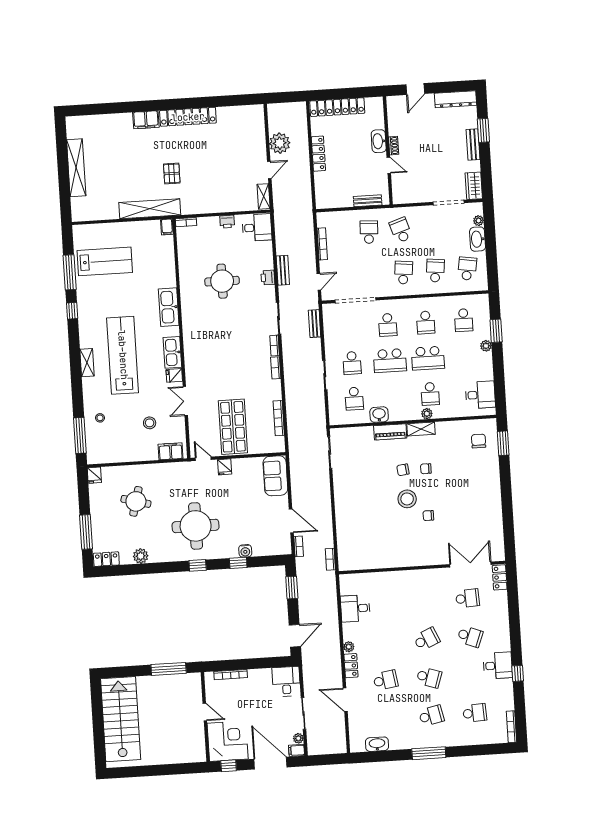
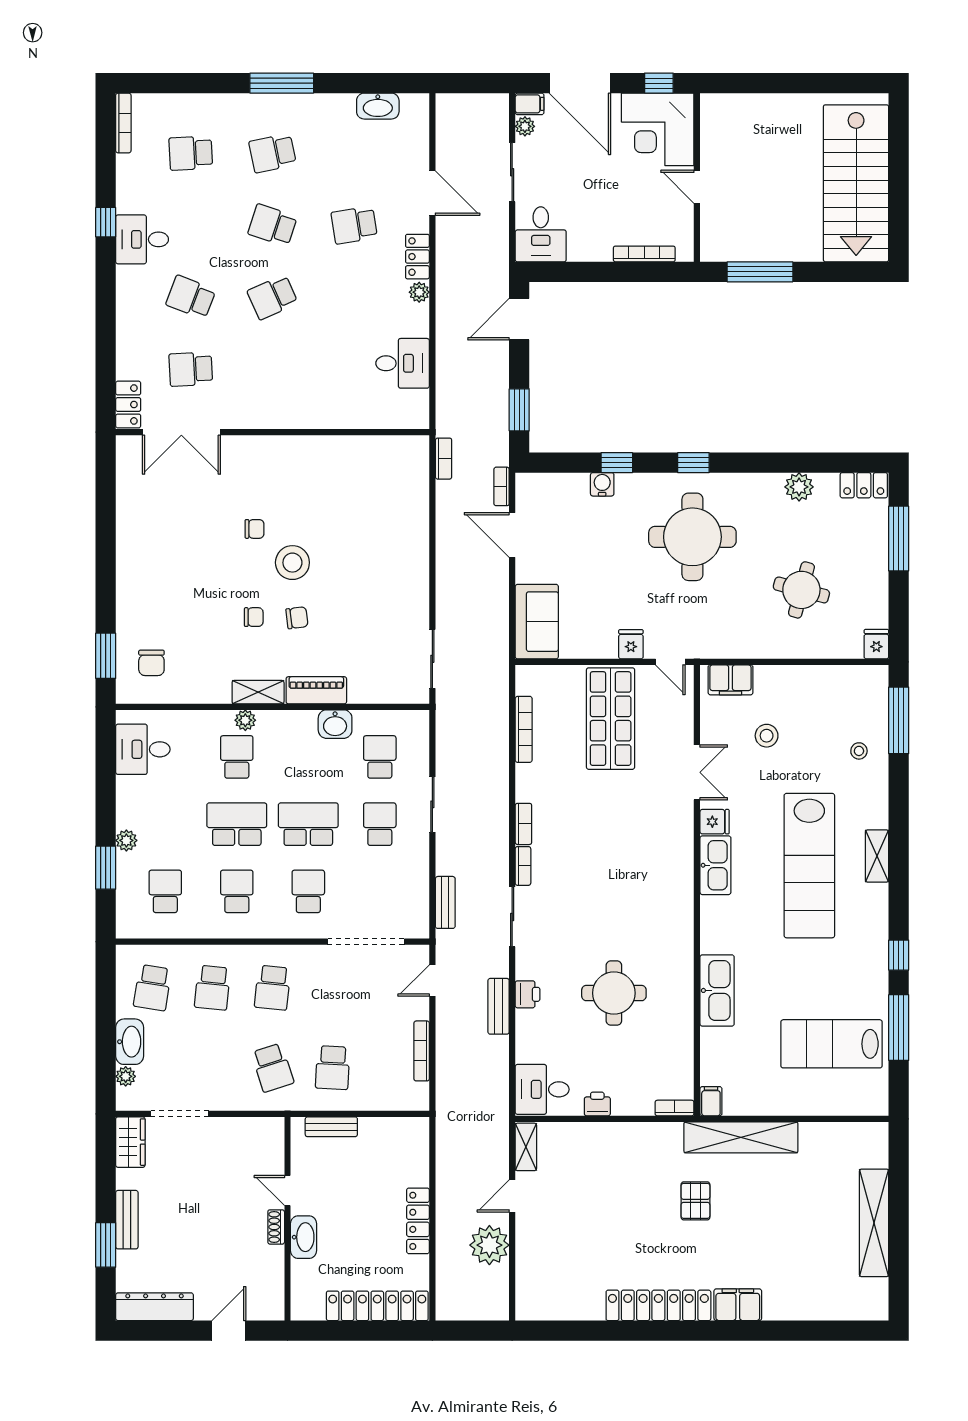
kitchen sink: (169, 307) -> (717, 990), moved

